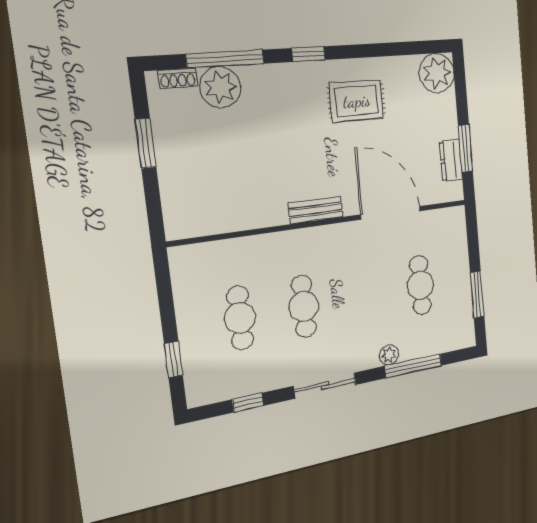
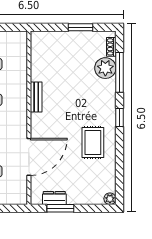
plant: (437, 73) -> (110, 199), width x0.53, depth x0.53
bench: (316, 210) -> (36, 97), moved

